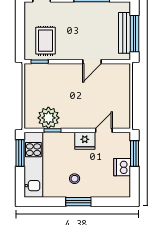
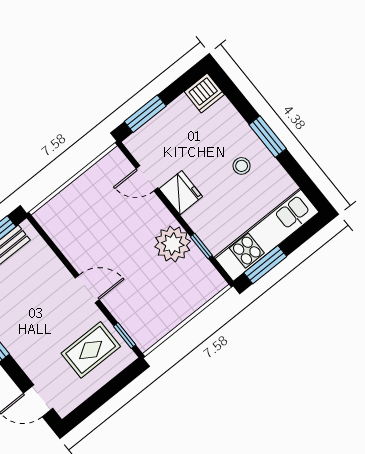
door: (92, 62) -> (87, 289), moved
plant: (48, 118) -> (173, 244), moved
dishwasher: (122, 167) -> (204, 93), moved

